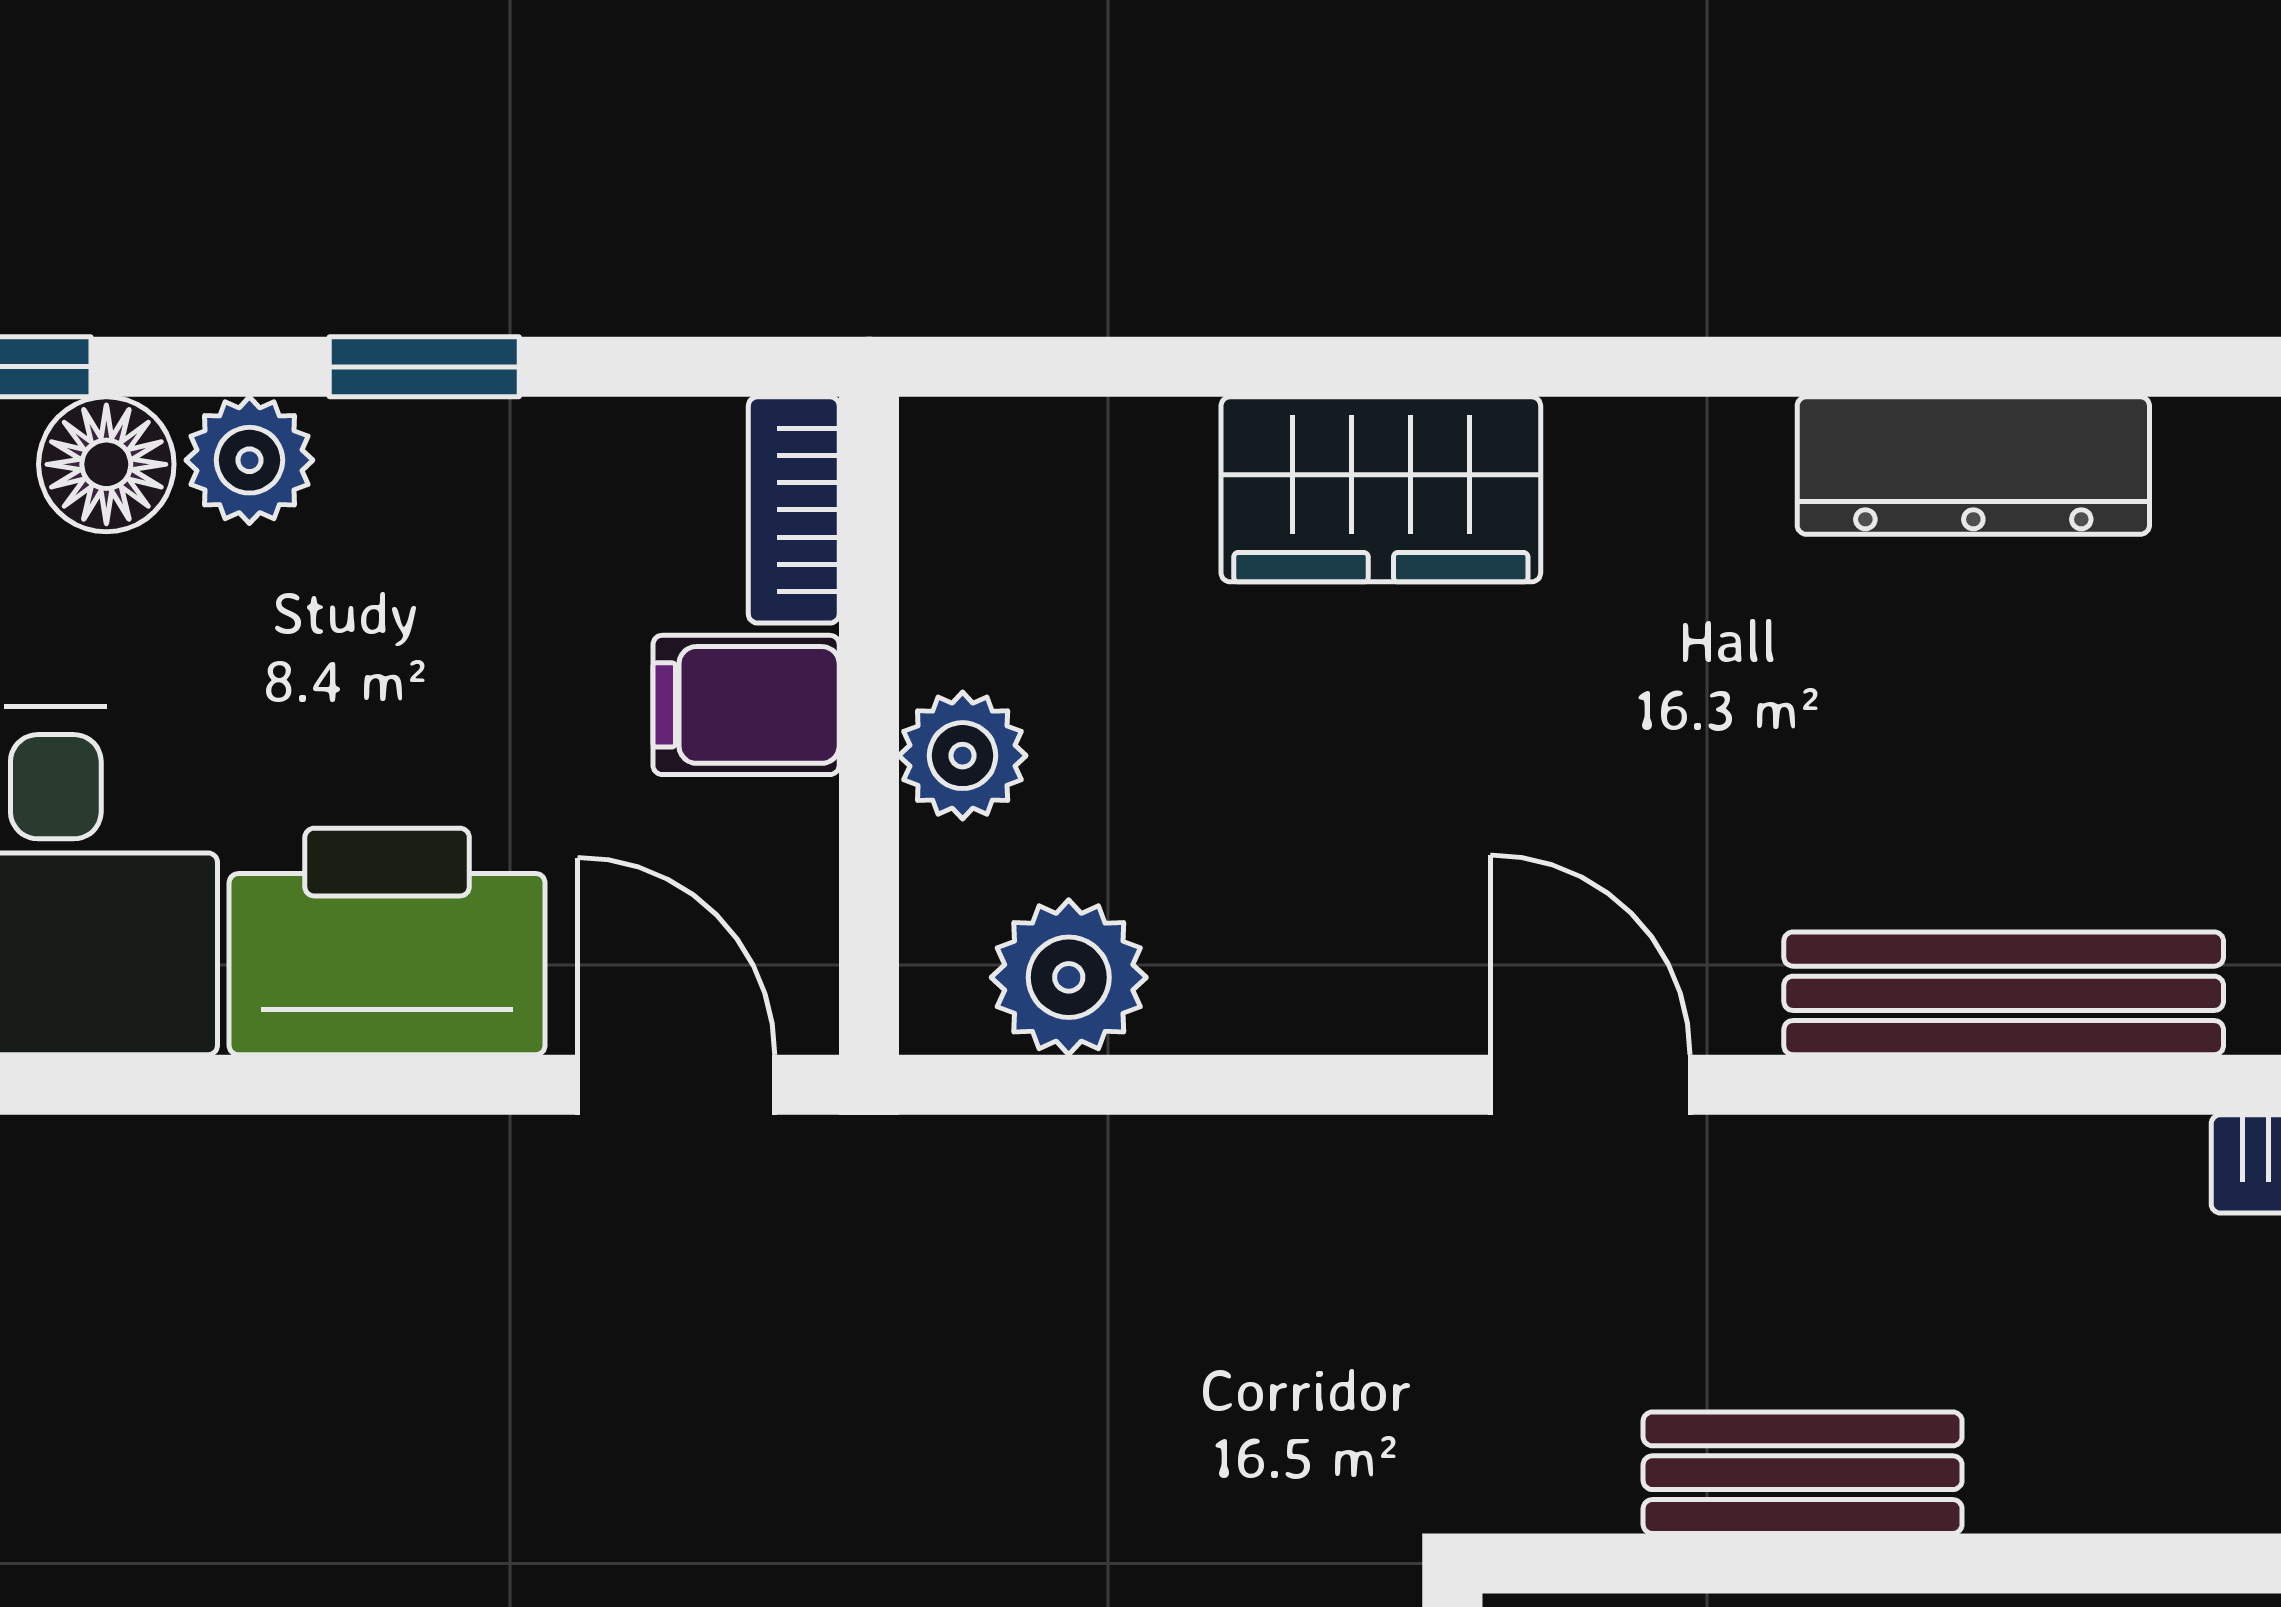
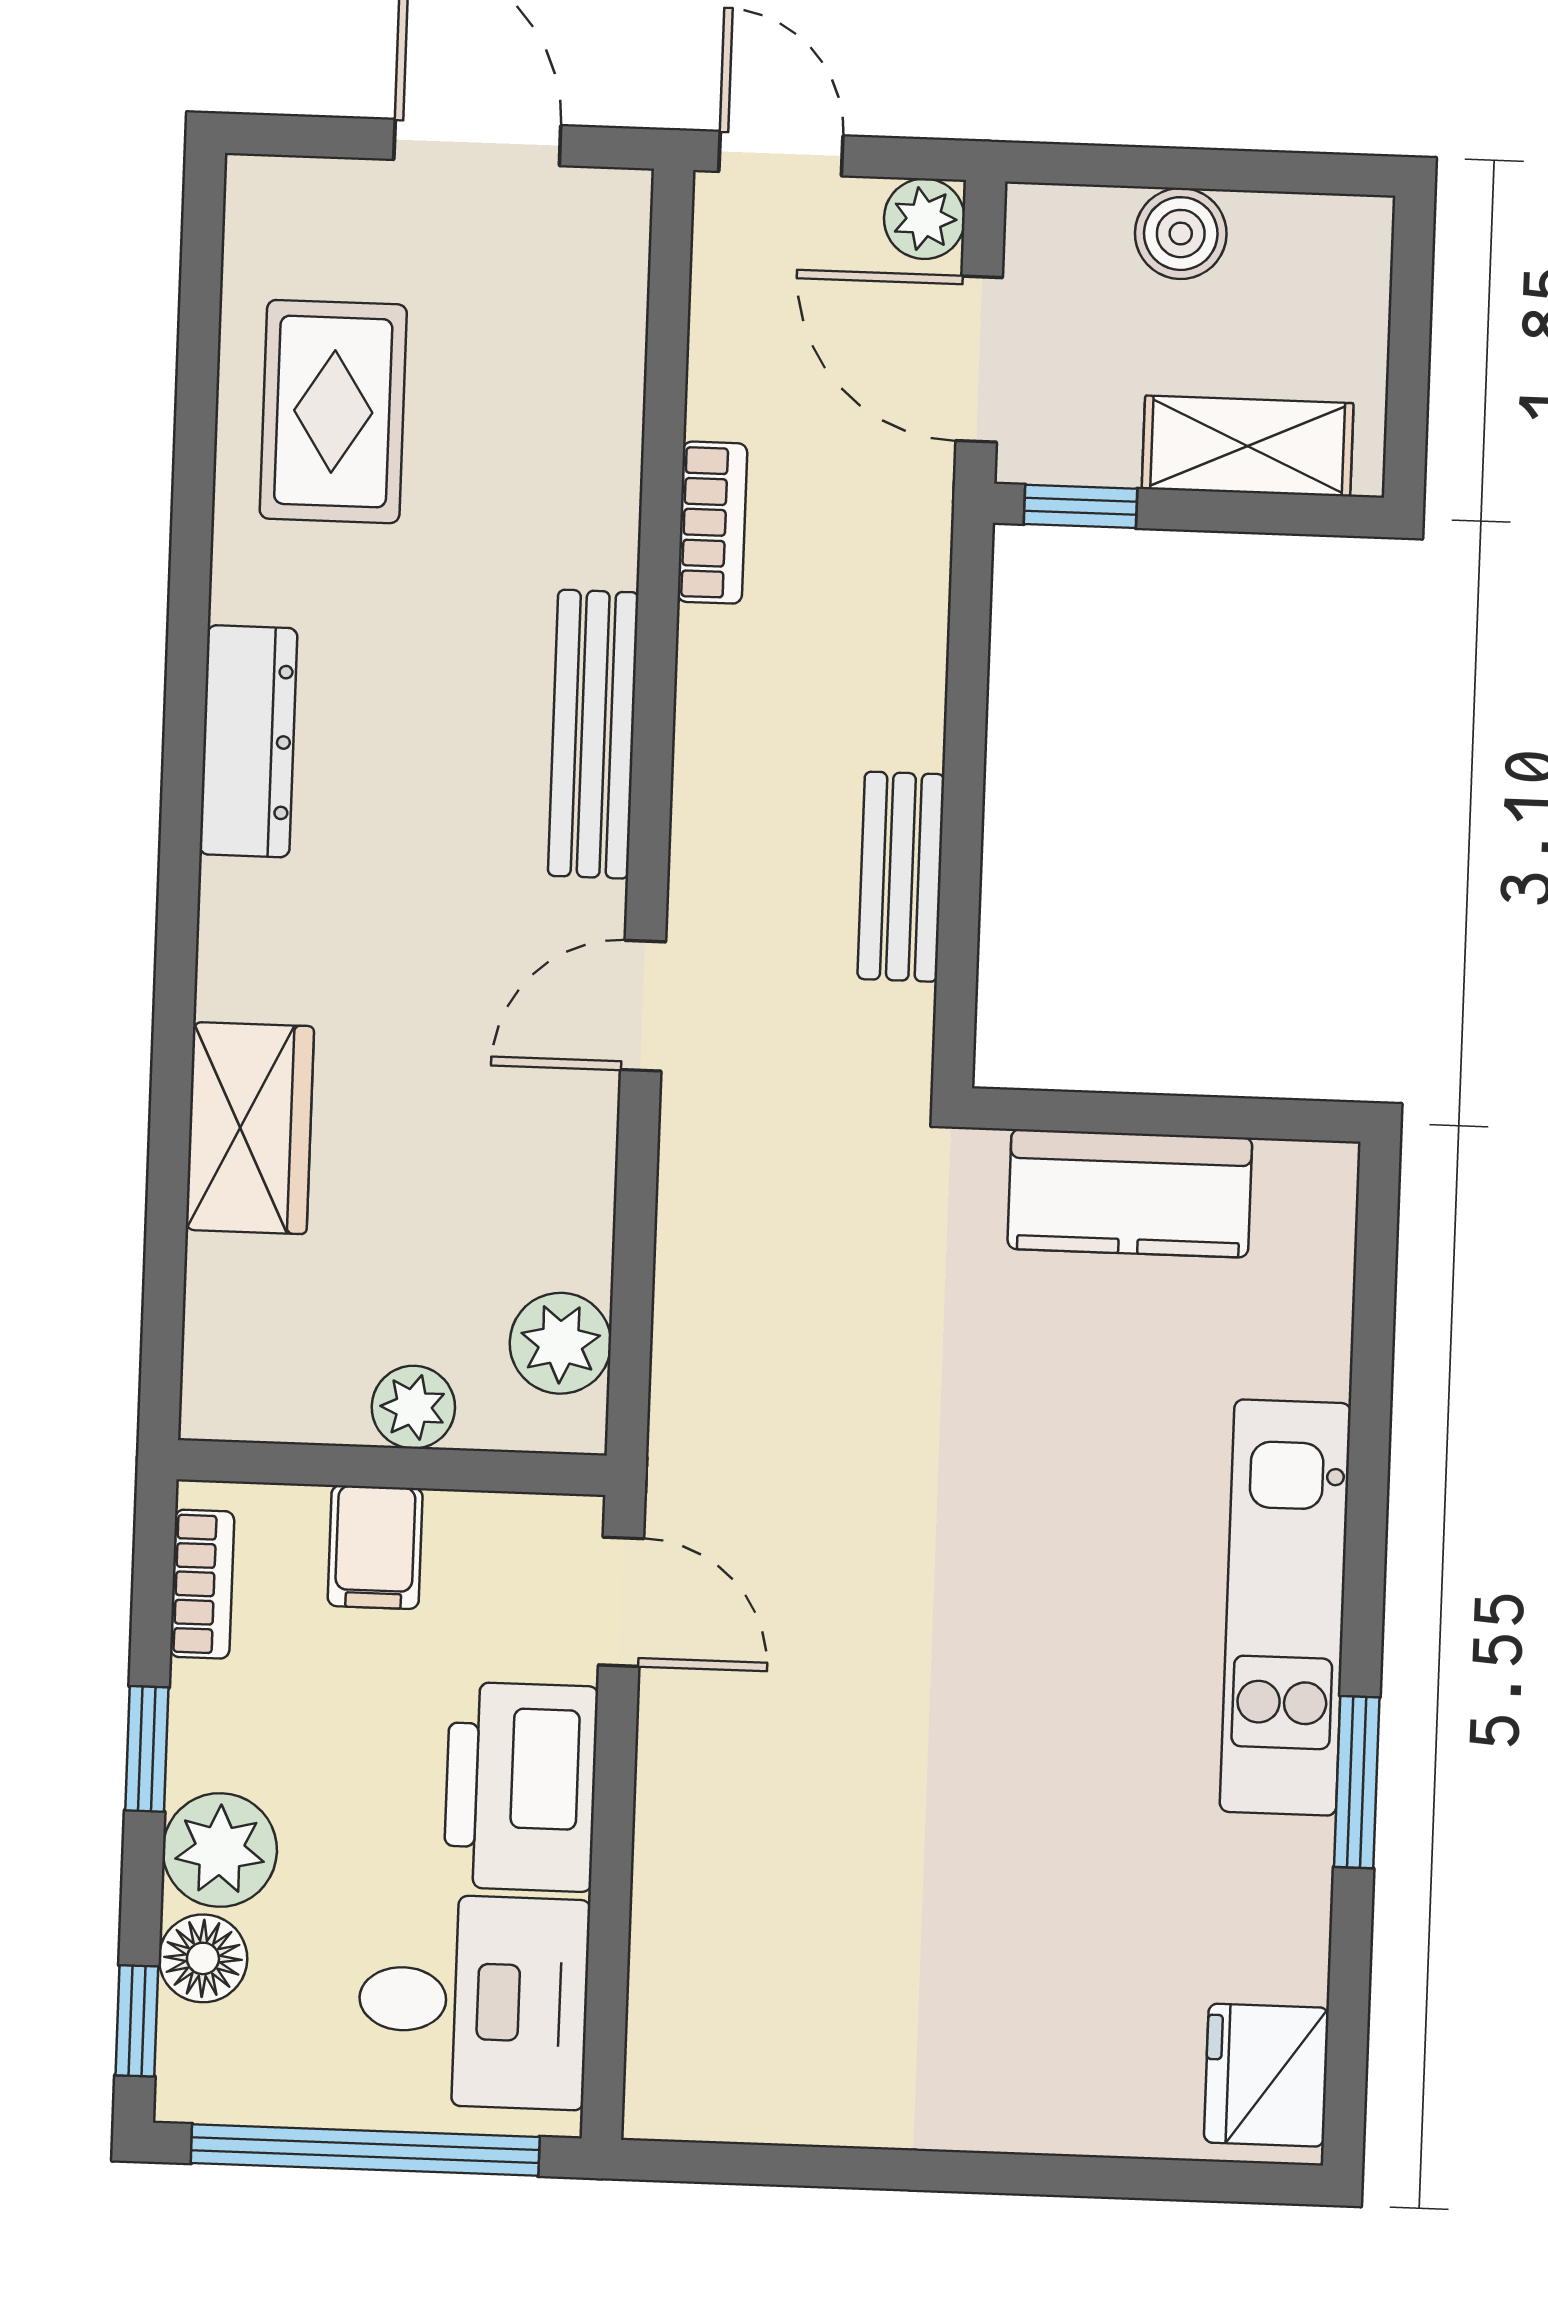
plant: (249, 460) -> (220, 1850), width x1.38, depth x1.38
bookcase: (794, 510) -> (202, 1584), moved, turned -90
door: (676, 1085) -> (621, 1602), swing flipped

